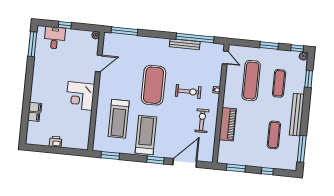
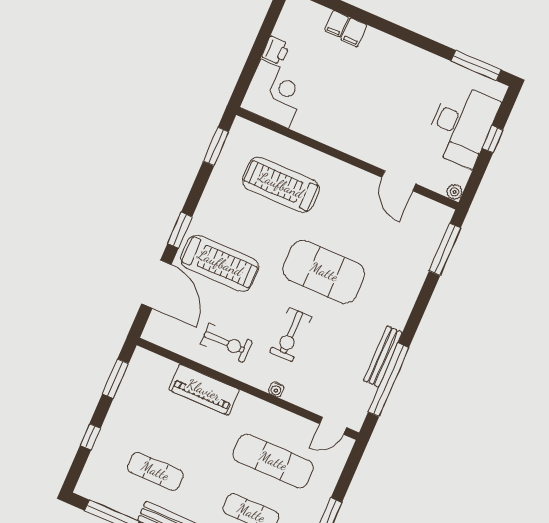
desk: (55, 38) -> (462, 125), width x1.87, depth x1.30
corner desk: (80, 96) -> (275, 94), moved, turned 90
treadmill: (146, 135) -> (220, 263), moved

